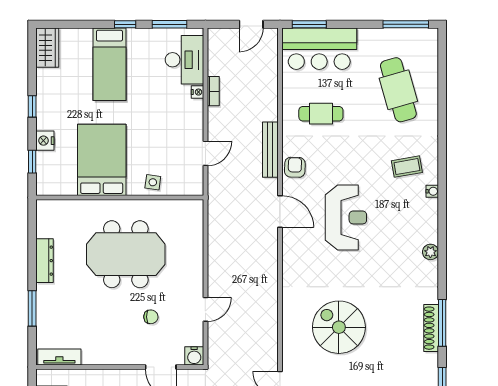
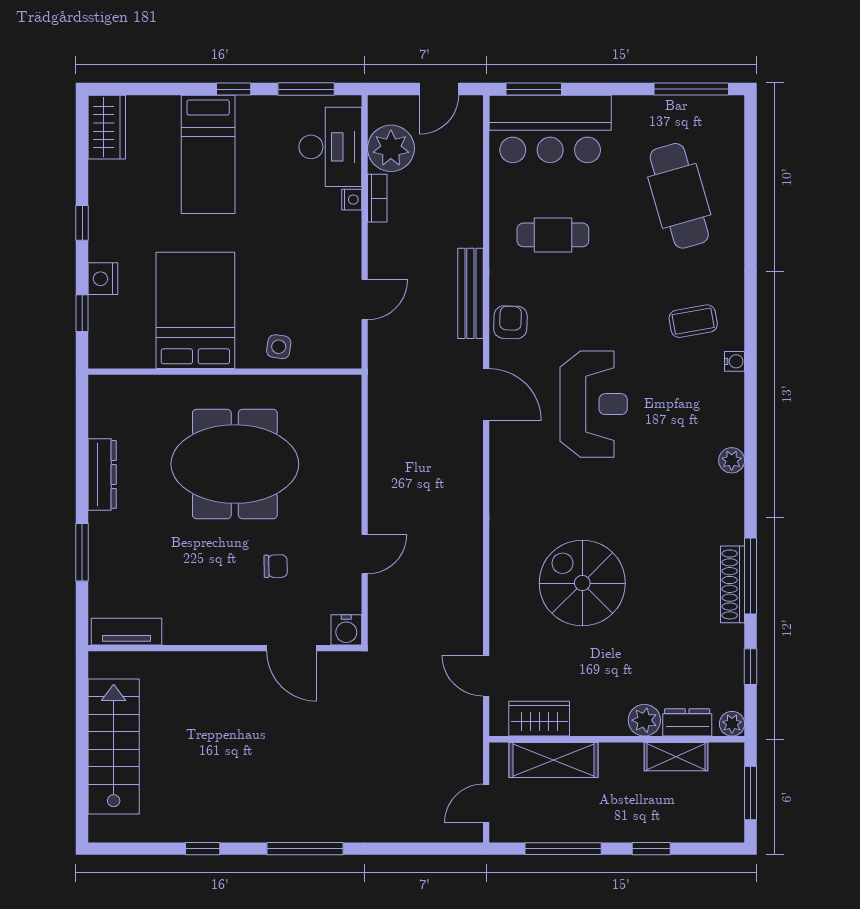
plant: (222, 61) -> (391, 148), added

